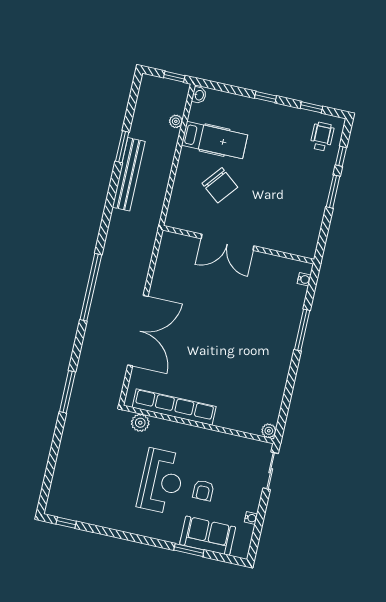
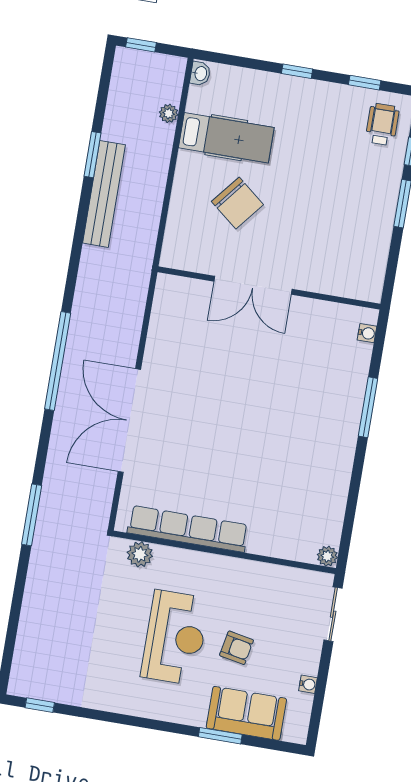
window: (174, 77) -> (141, 45), moved
double door: (138, 331) -> (129, 421), swing flipped
armchair: (203, 490) -> (237, 648), turned -79

